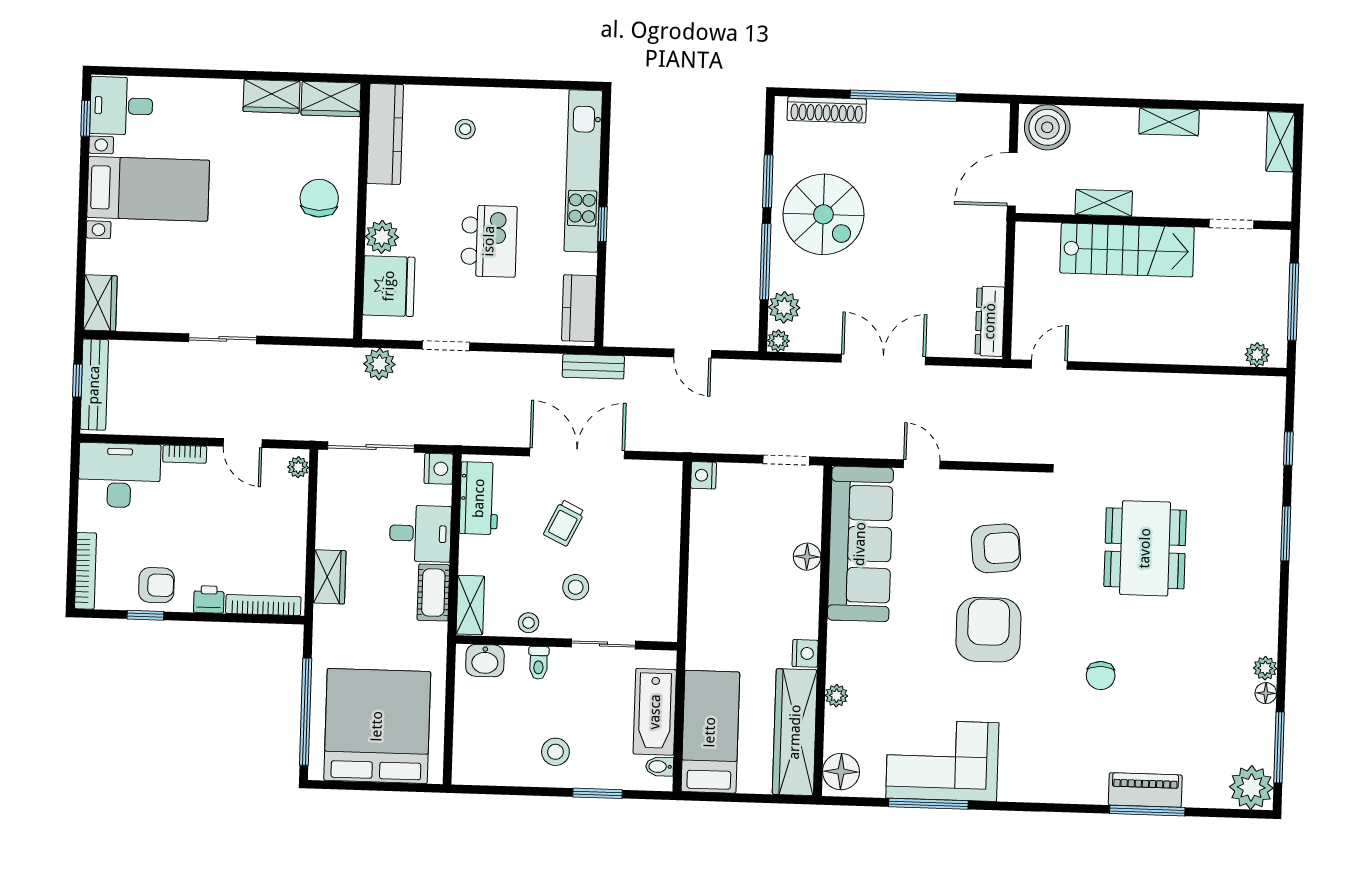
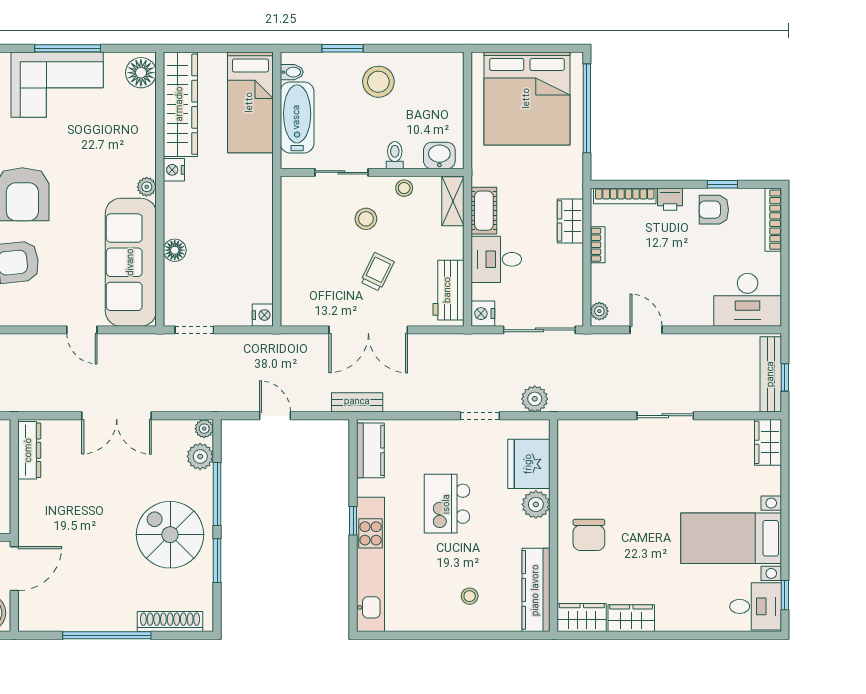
bookcase: (185, 454) -> (598, 245), moved, turned 90
plant: (836, 696) -> (147, 187), moved
stool: (555, 752) -> (378, 82), width x1.38, depth x1.38

